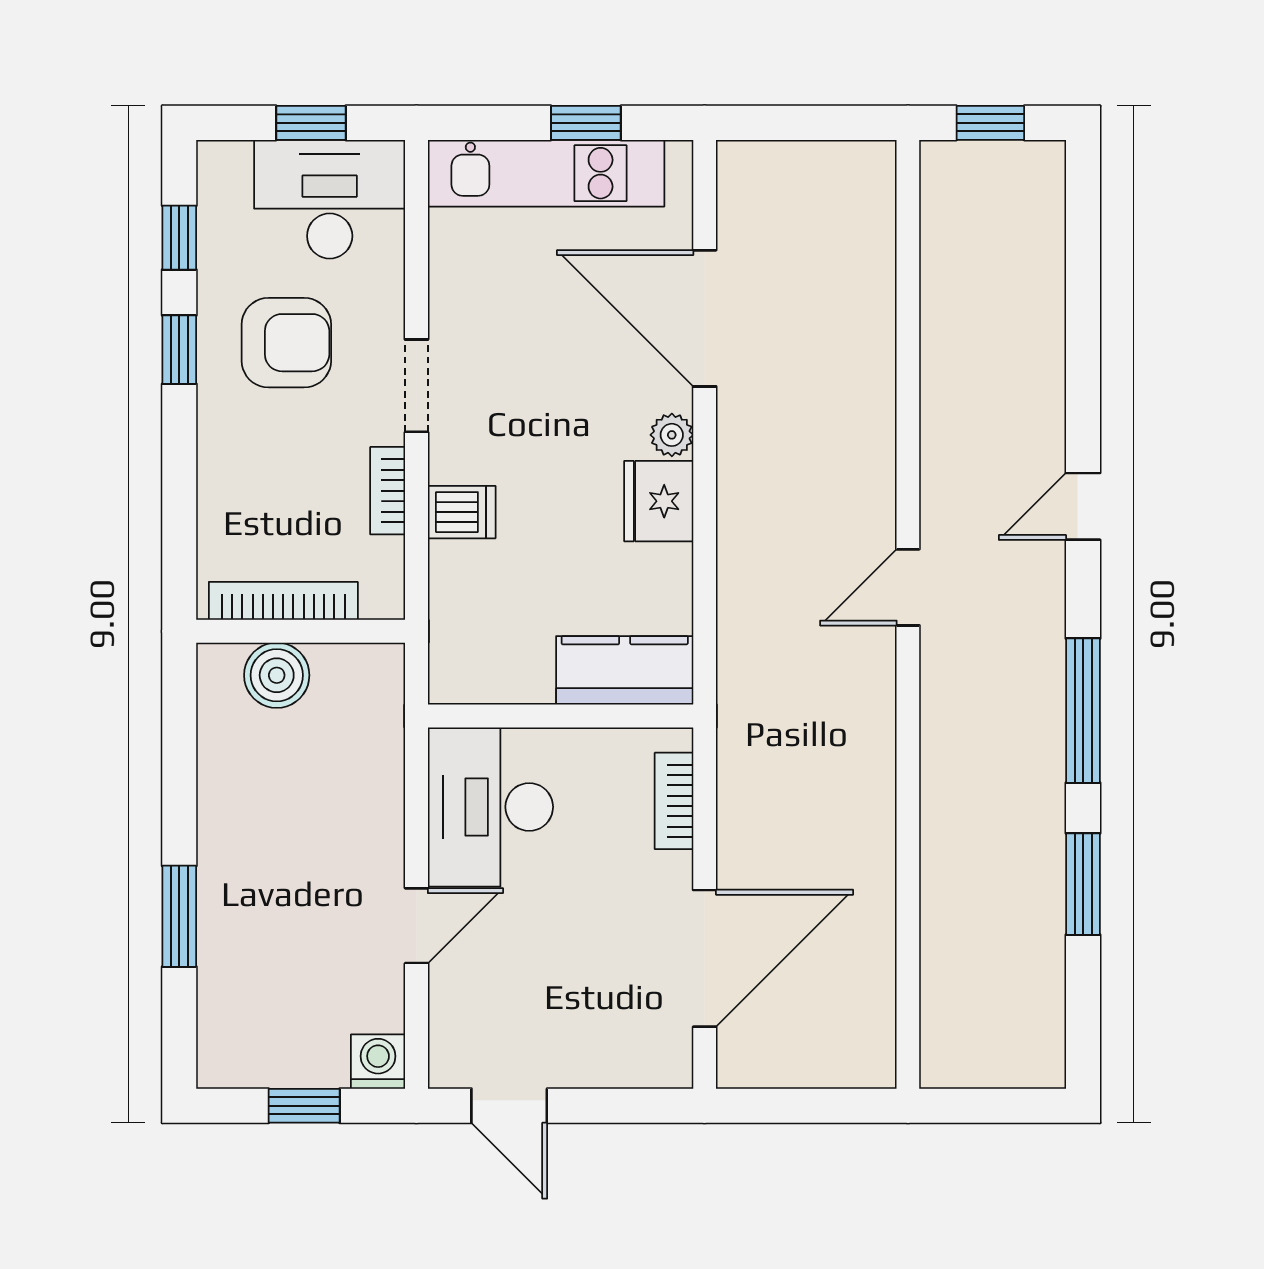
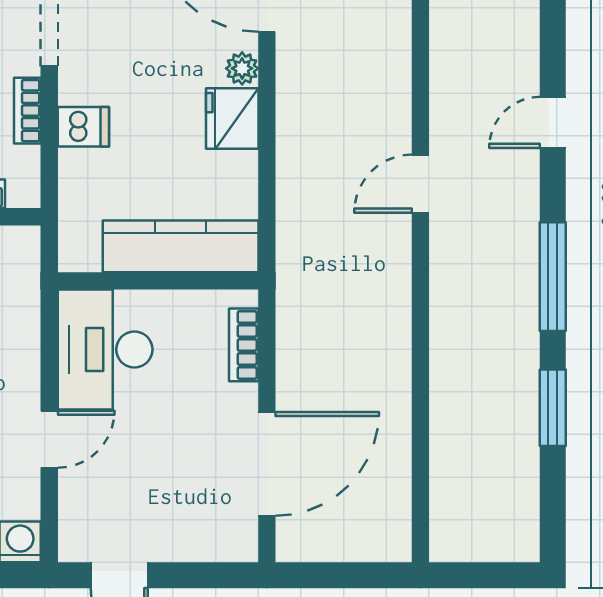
kitchen counter: (625, 670) -> (181, 246), width x1.50

